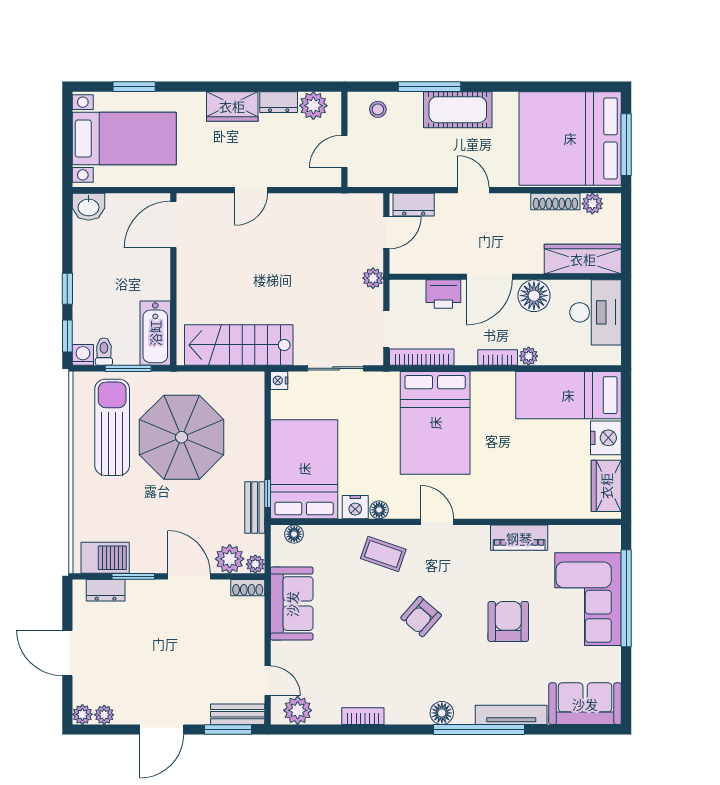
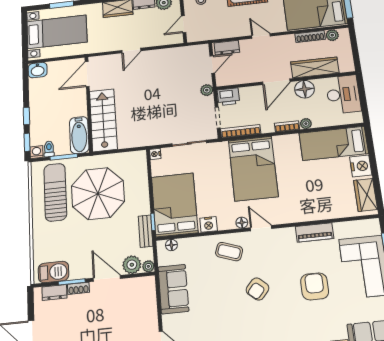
wardrobe: (583, 259) -> (315, 67), moved
printer: (443, 294) -> (228, 97), moved
stairs: (239, 345) -> (103, 120), moved, turned 90
floor lamp: (379, 510) -> (242, 223), moved
shoe rack: (248, 588) -> (78, 288), moved

